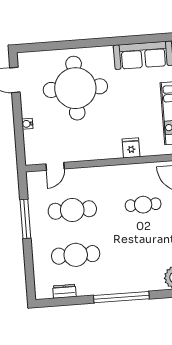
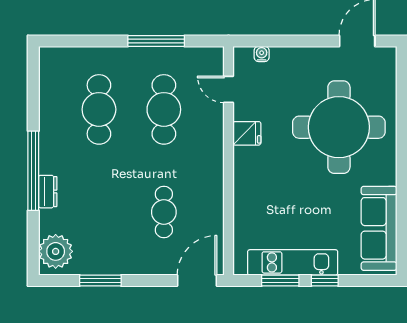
water cooler: (27, 124) -> (262, 54), moved
fridge: (131, 148) -> (247, 133), moved
dresser: (64, 291) -> (48, 192), moved

